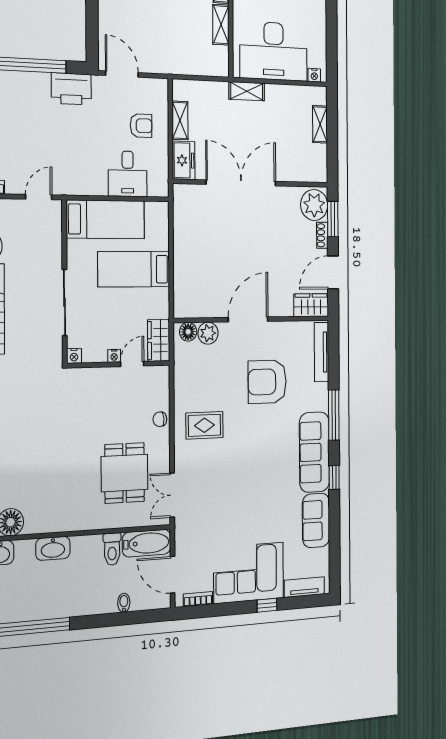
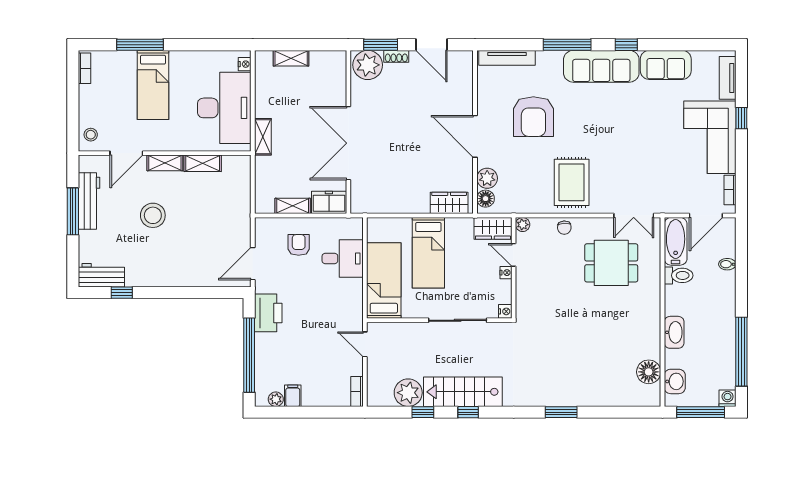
wardrobe: (311, 305) -> (449, 203), moved, turned 90
plant: (163, 373) -> (523, 225), added
rug: (204, 425) -> (572, 182), width x1.36, depth x1.43

